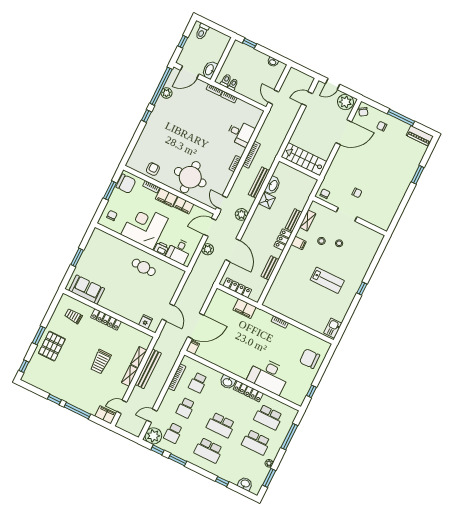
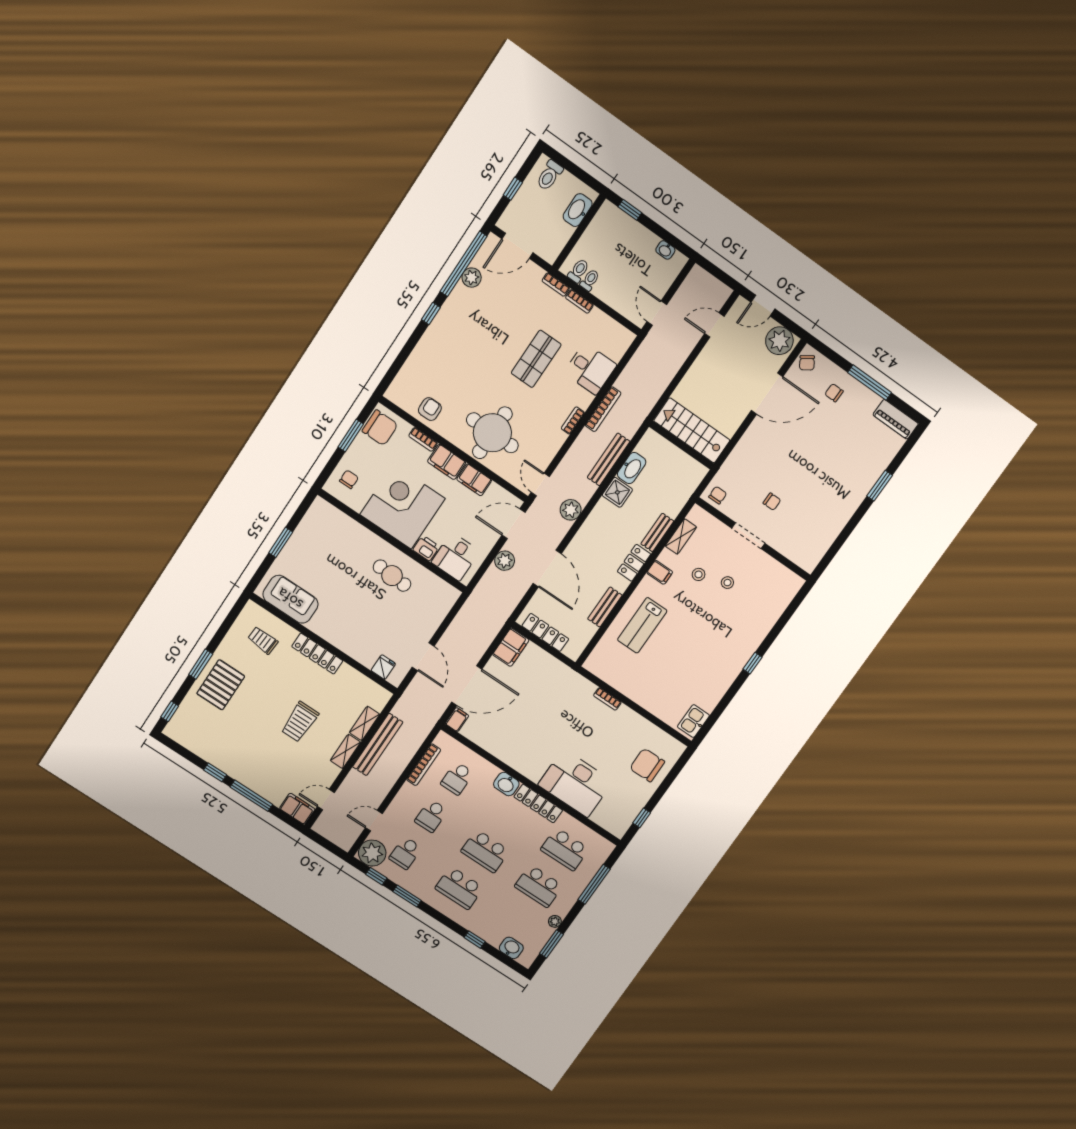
washbasin: (210, 70) -> (578, 210), moved
shop shelf: (209, 132) -> (536, 359), added
lab bench: (327, 280) -> (642, 625), moved, turned 90
filing cabinet: (245, 309) -> (511, 647), moved, turned -90

